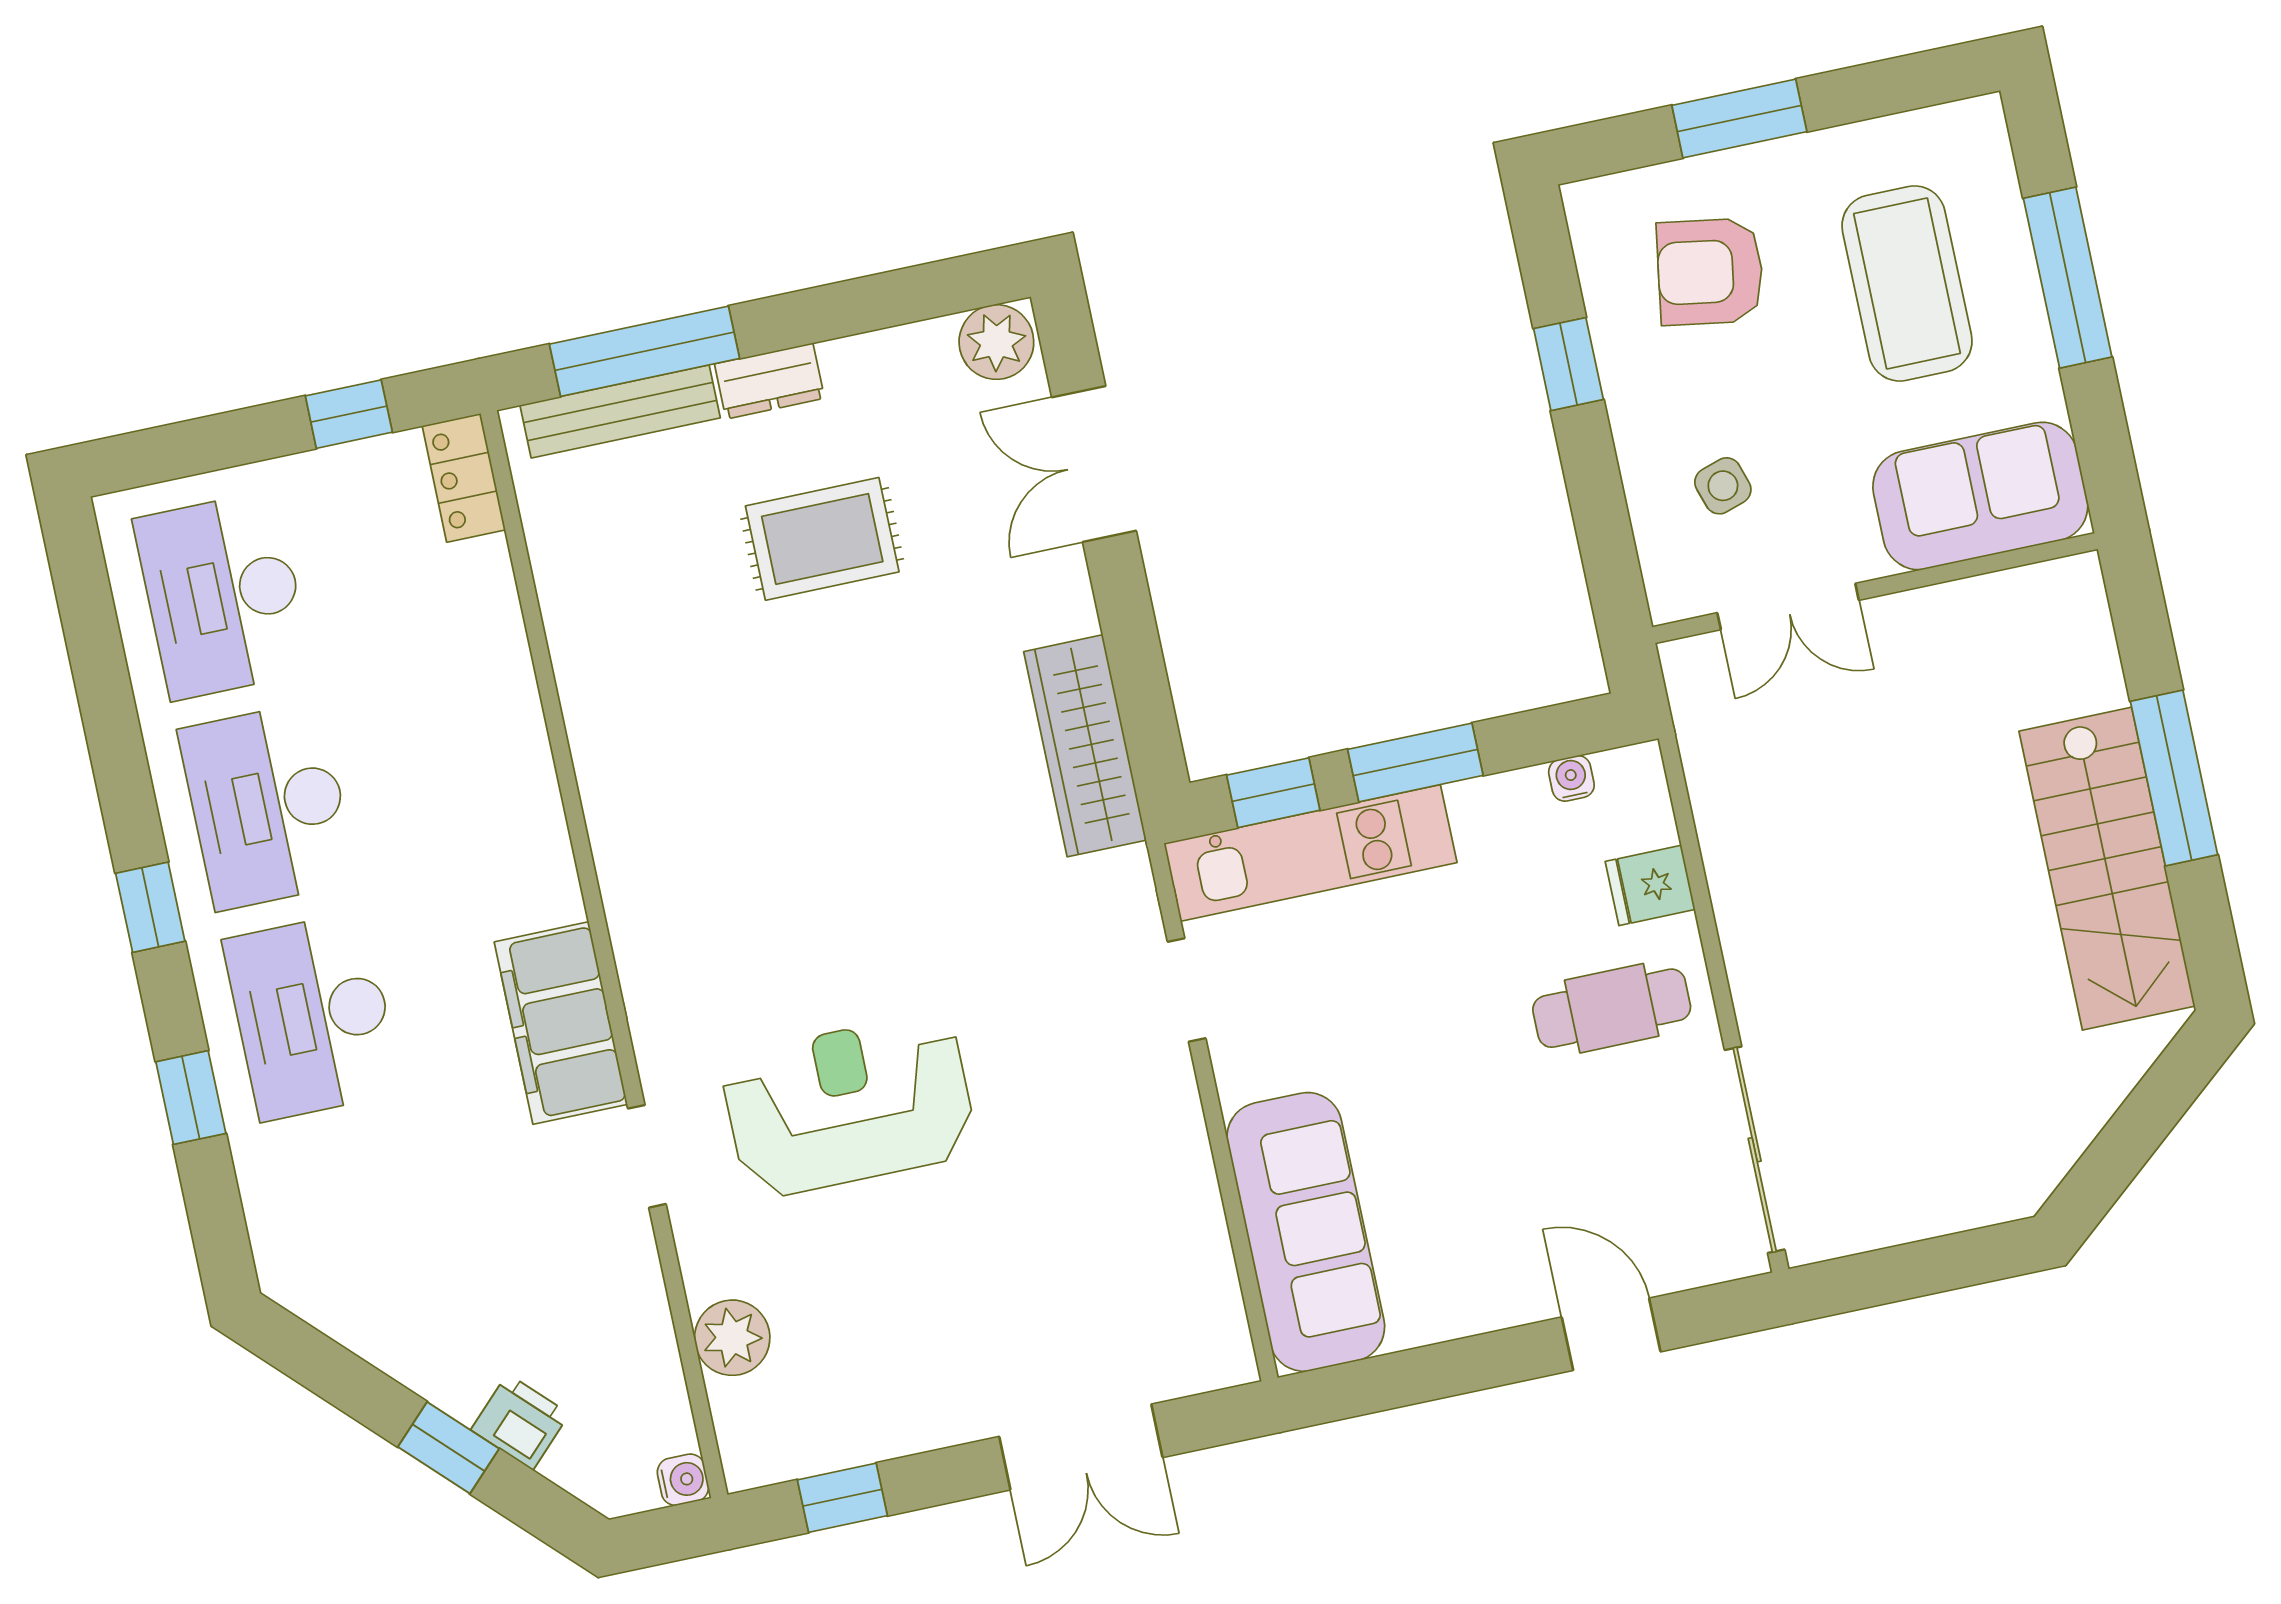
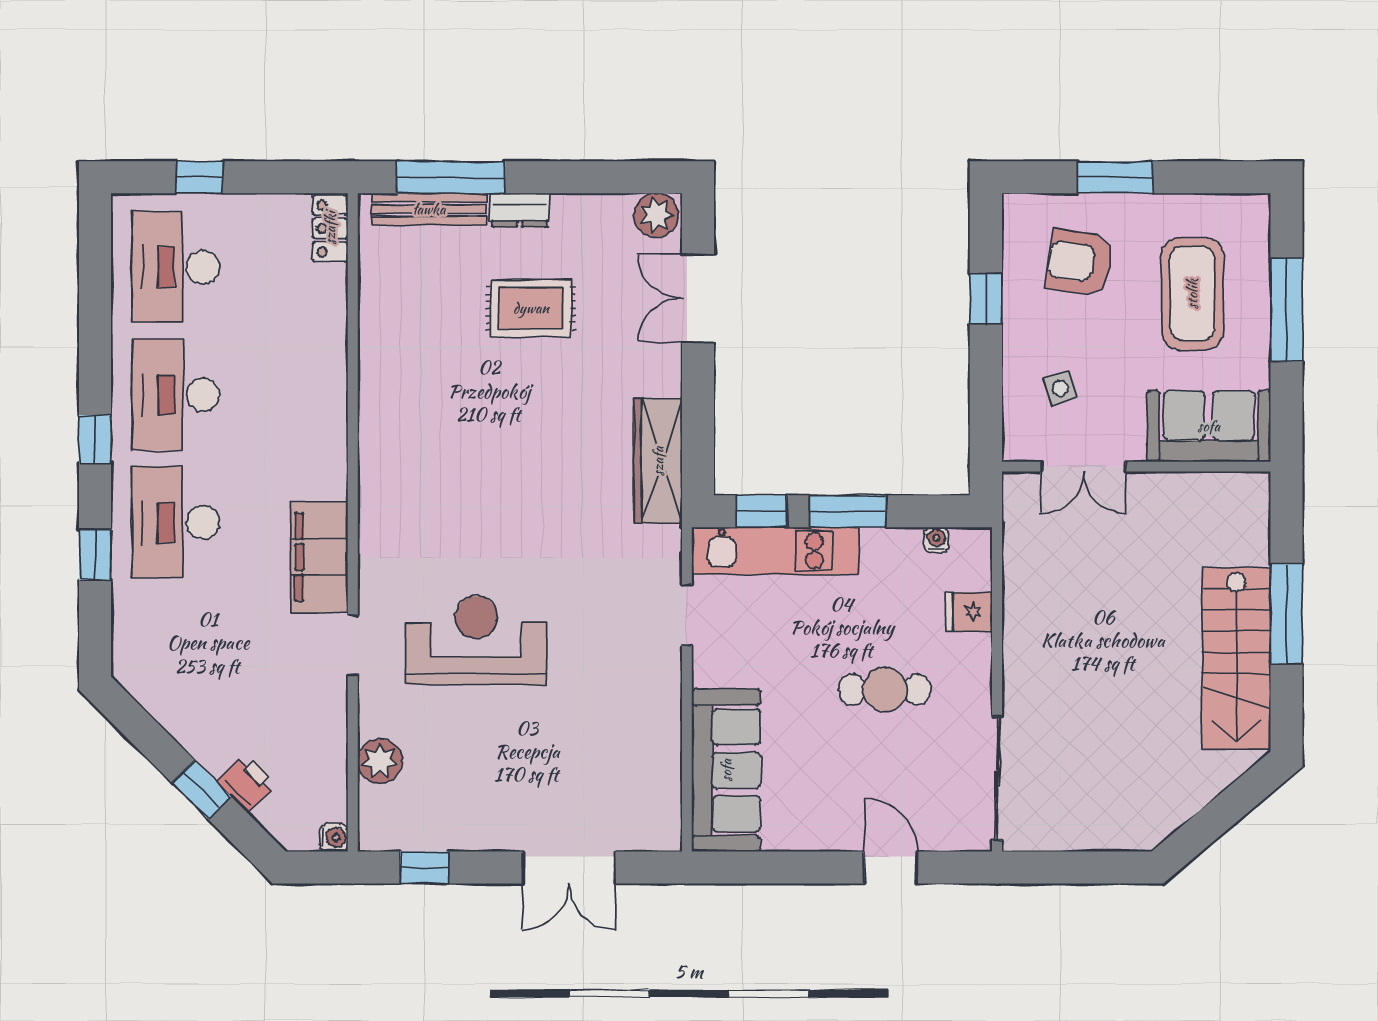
window: (349, 414) -> (199, 177), moved
cafe table: (1612, 1008) -> (885, 689), moved

